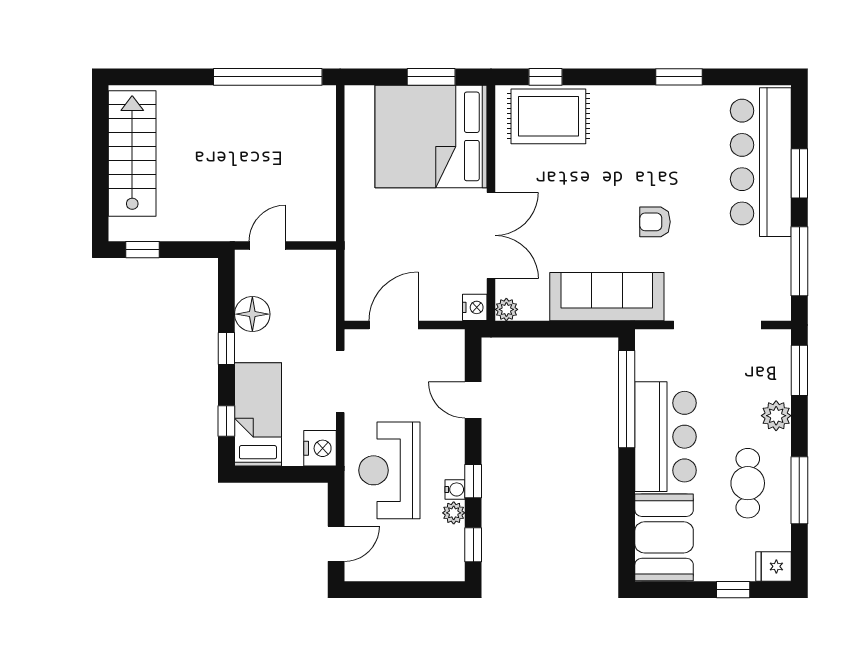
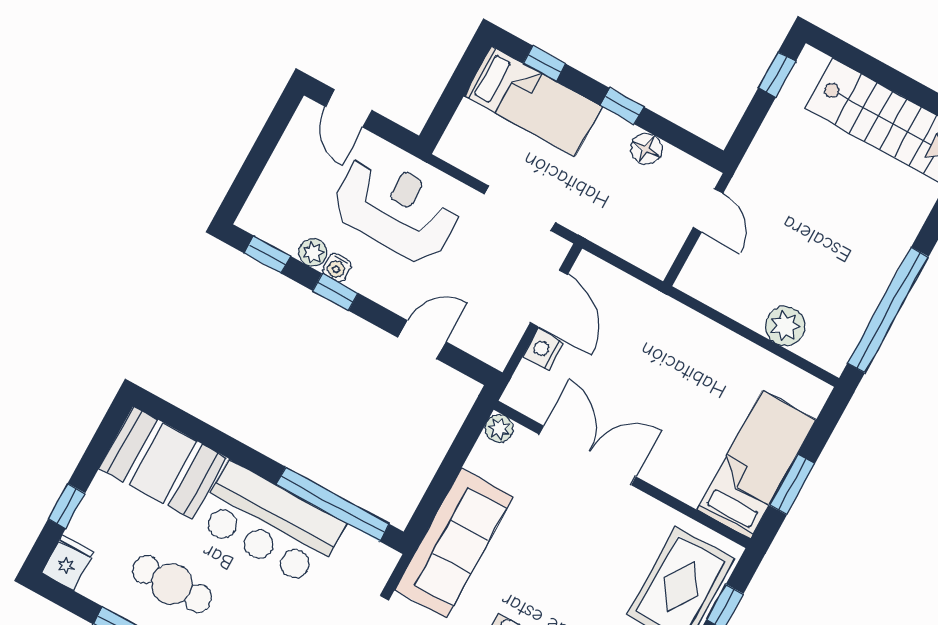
bed: (431, 136) -> (756, 465), width x0.49
plant: (320, 144) -> (785, 326), added
double door: (491, 235) -> (587, 455), swing flipped
nightstand: (475, 307) -> (543, 350), moved, turned 90
floor lamp: (252, 314) -> (646, 149), width x0.73, depth x0.73
nightstand: (320, 448) -> (460, 148), removed

